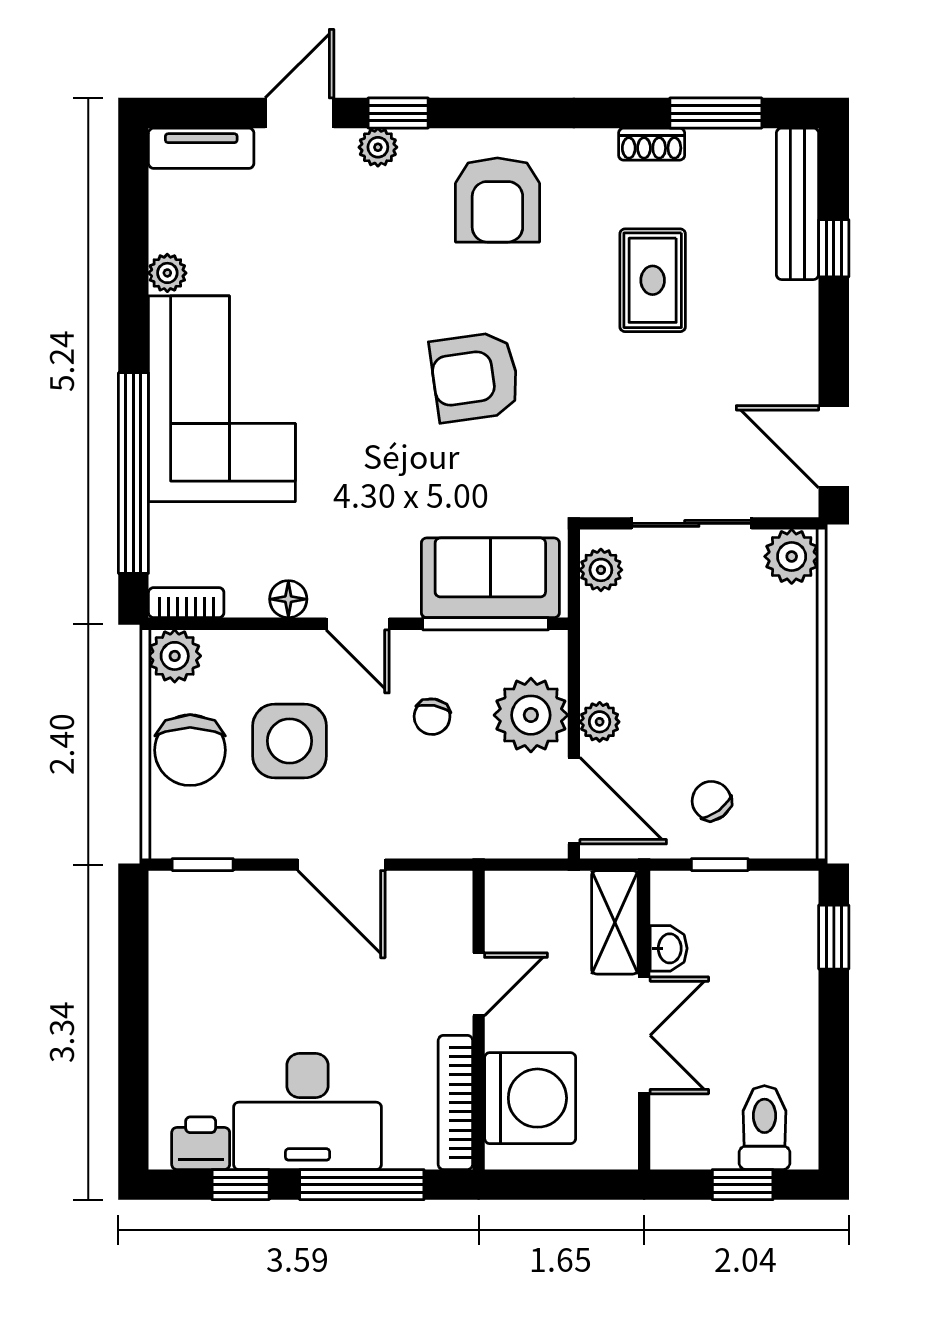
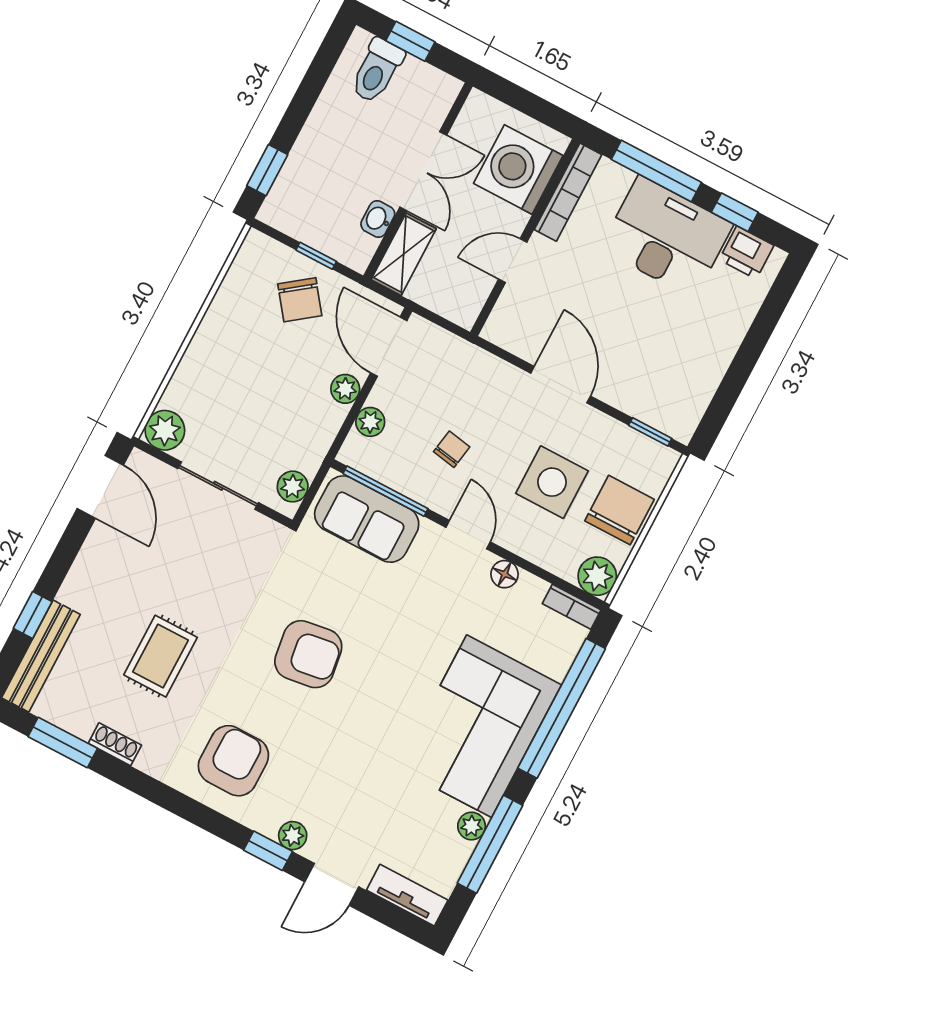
window: (133, 263) -> (490, 844), added
plant: (531, 715) -> (370, 422), width x0.53, depth x0.53
chair: (712, 801) -> (300, 300), width x1.37, depth x1.37
double door: (644, 1035) -> (423, 171), swing flipped

